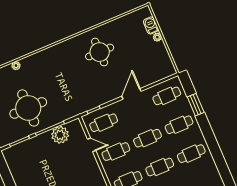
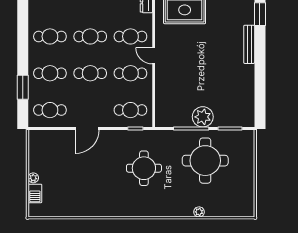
round table: (100, 52) -> (144, 168), moved
plant: (60, 135) -> (203, 117), moved
door: (92, 145) -> (154, 56), moved

